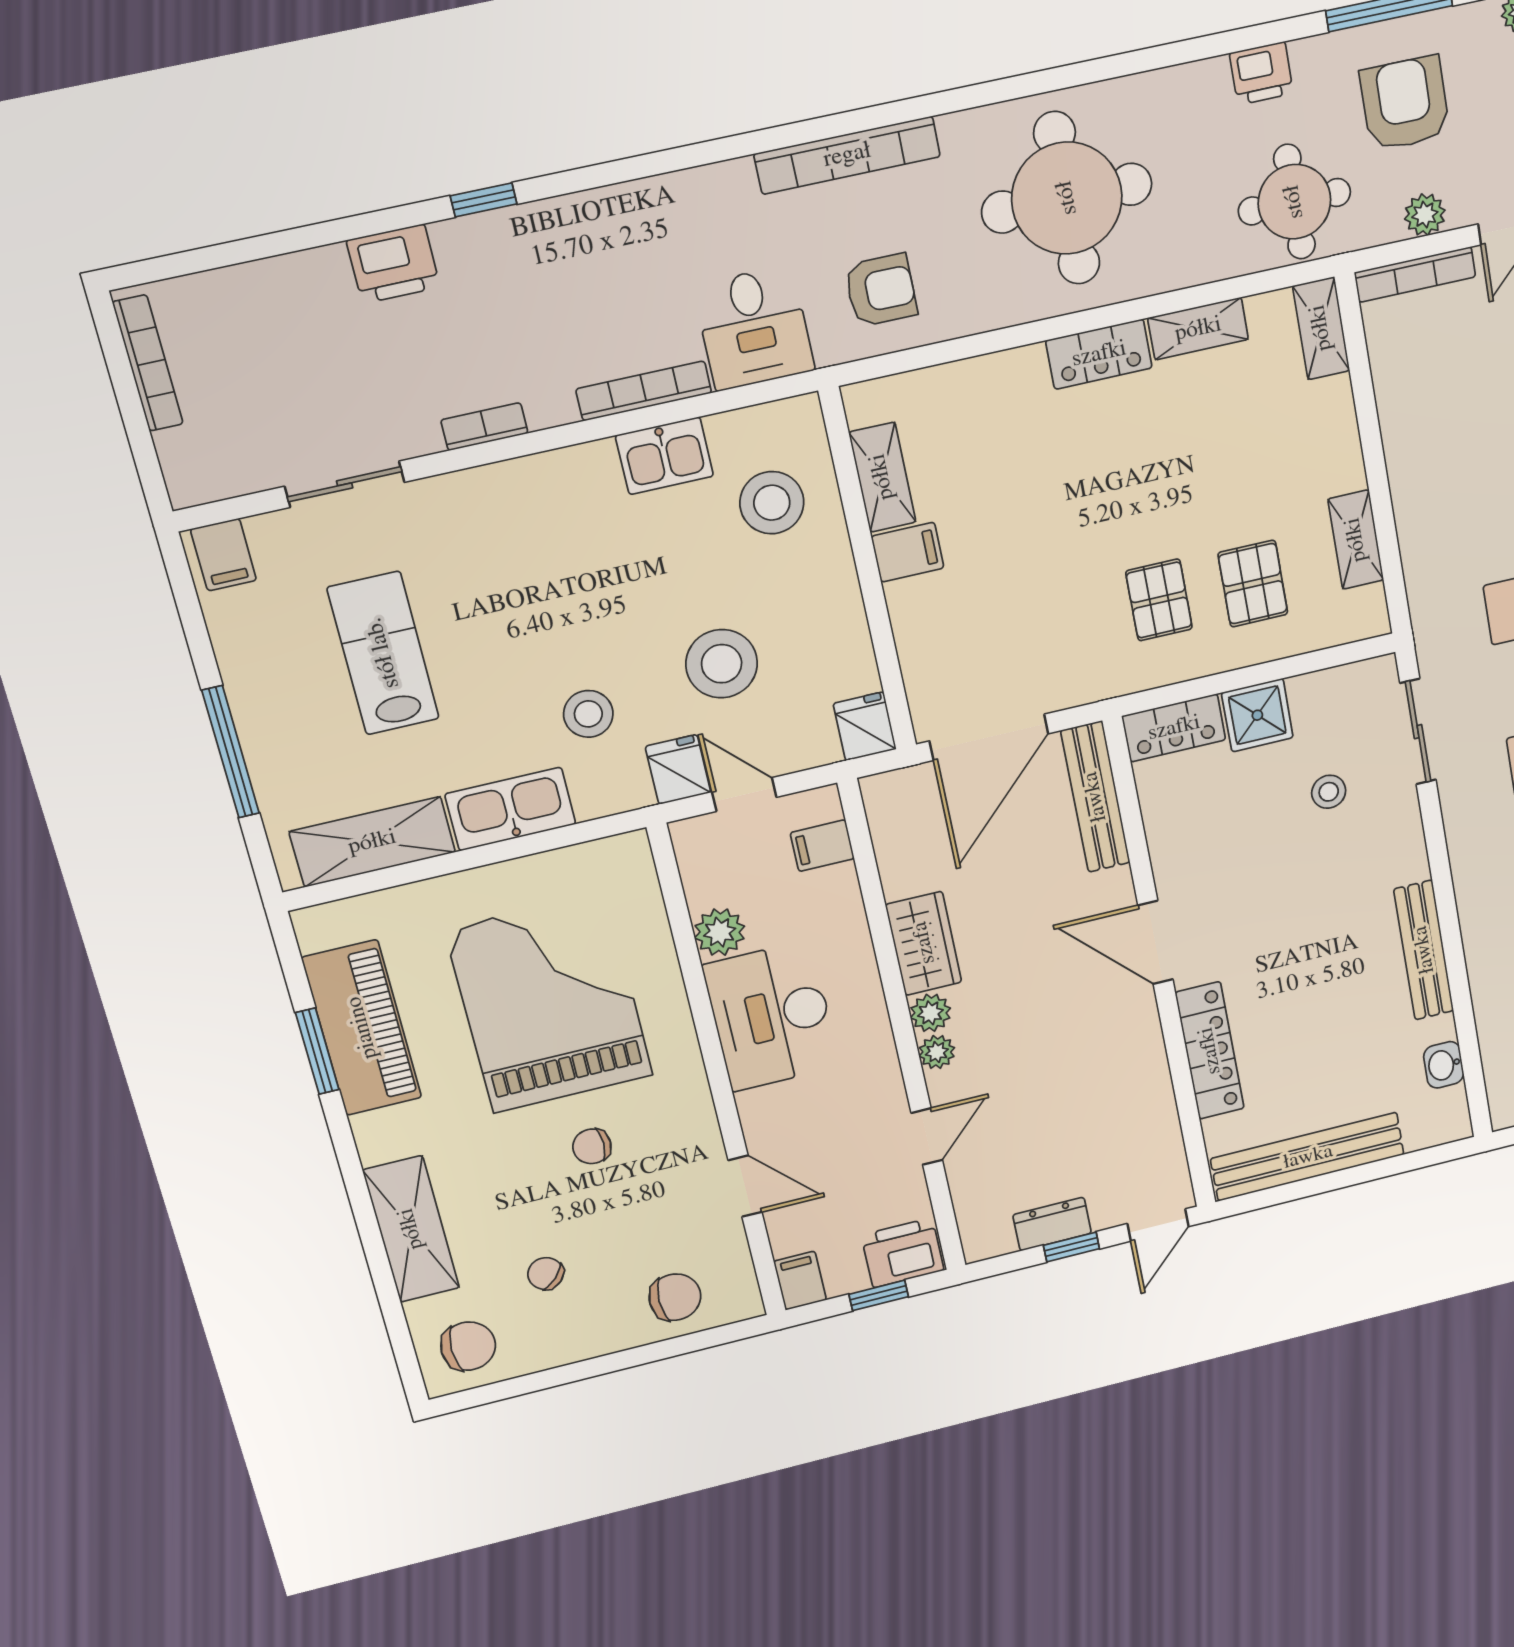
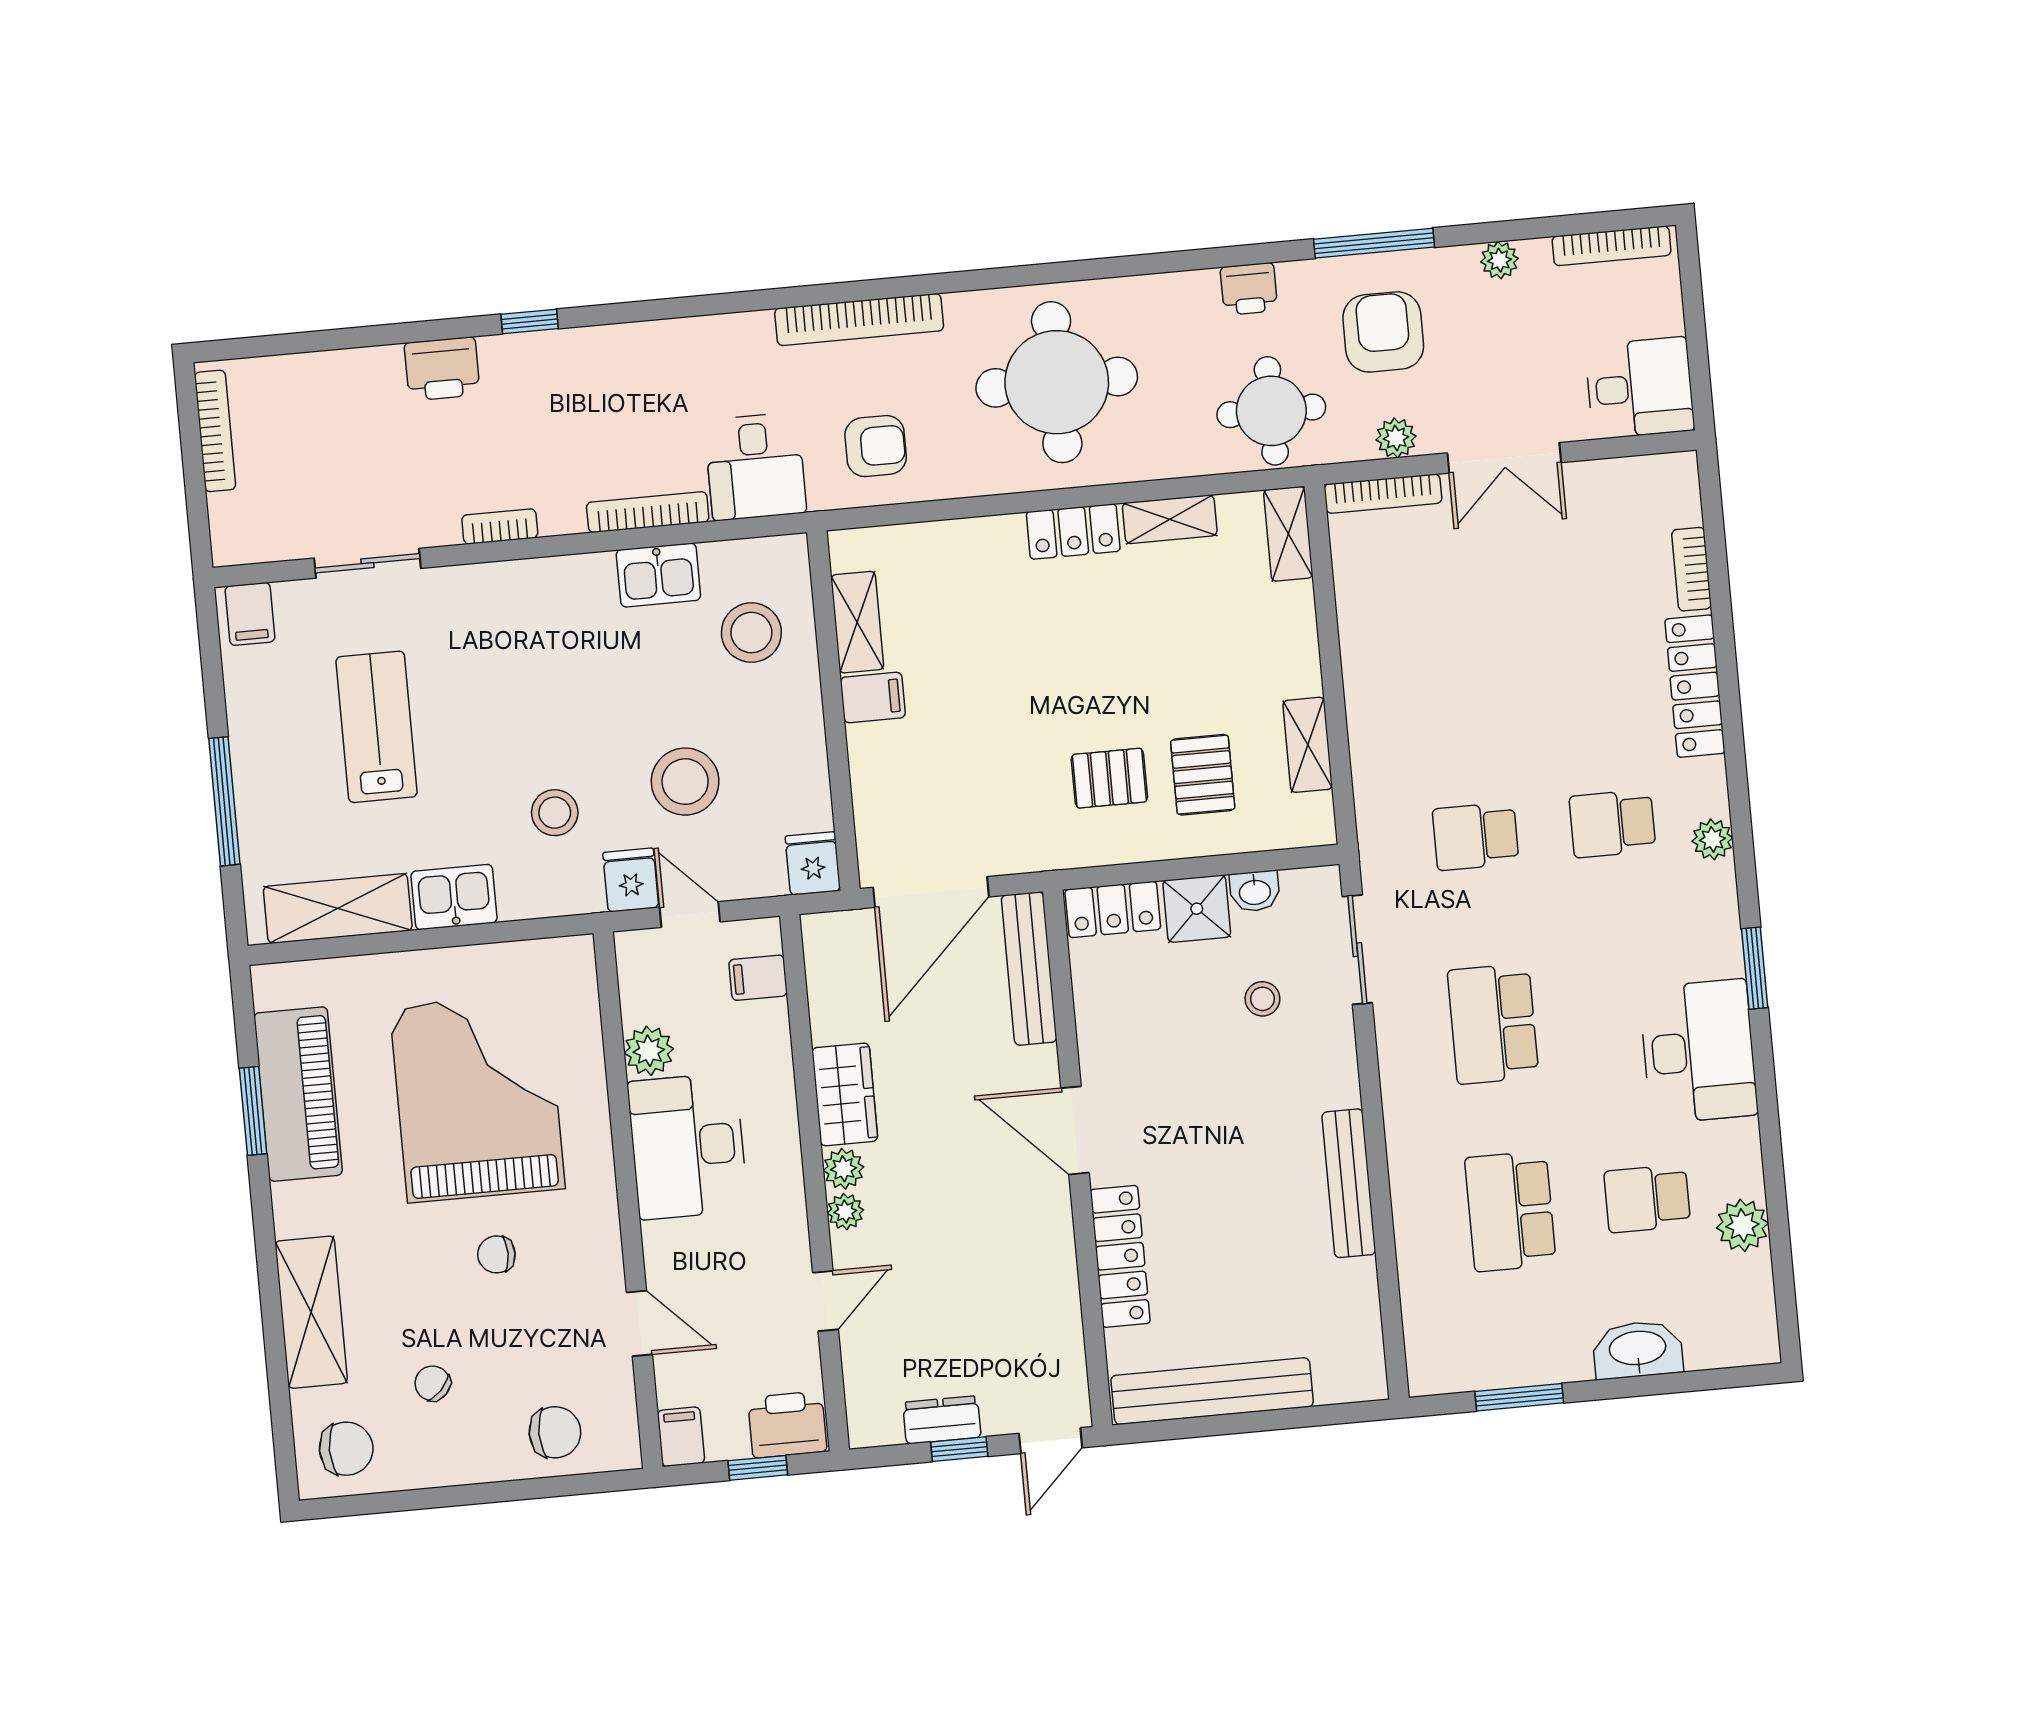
pallet: (1159, 600) -> (1109, 778), turned 90
kitchen sink: (510, 809) -> (454, 897), width x0.73
washbasin: (1444, 1065) -> (1255, 891), moved, turned -90

